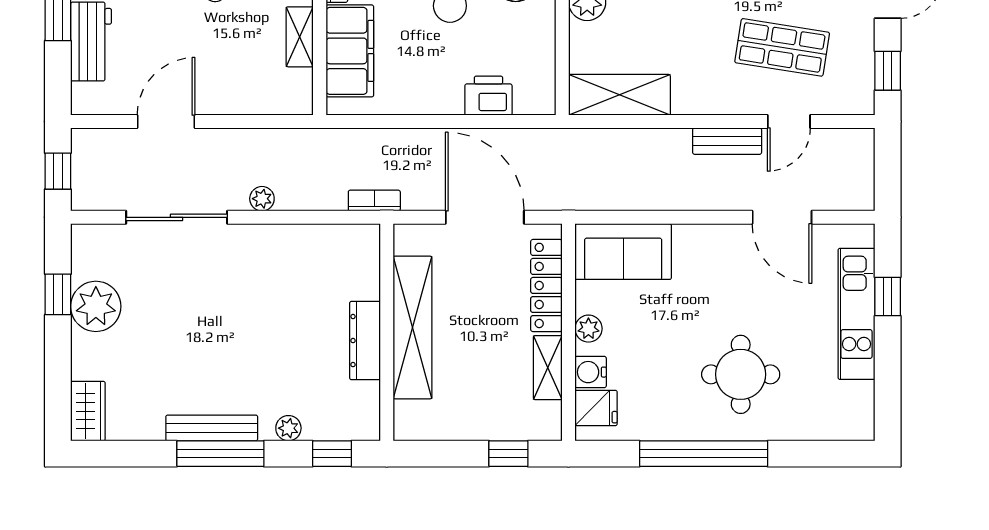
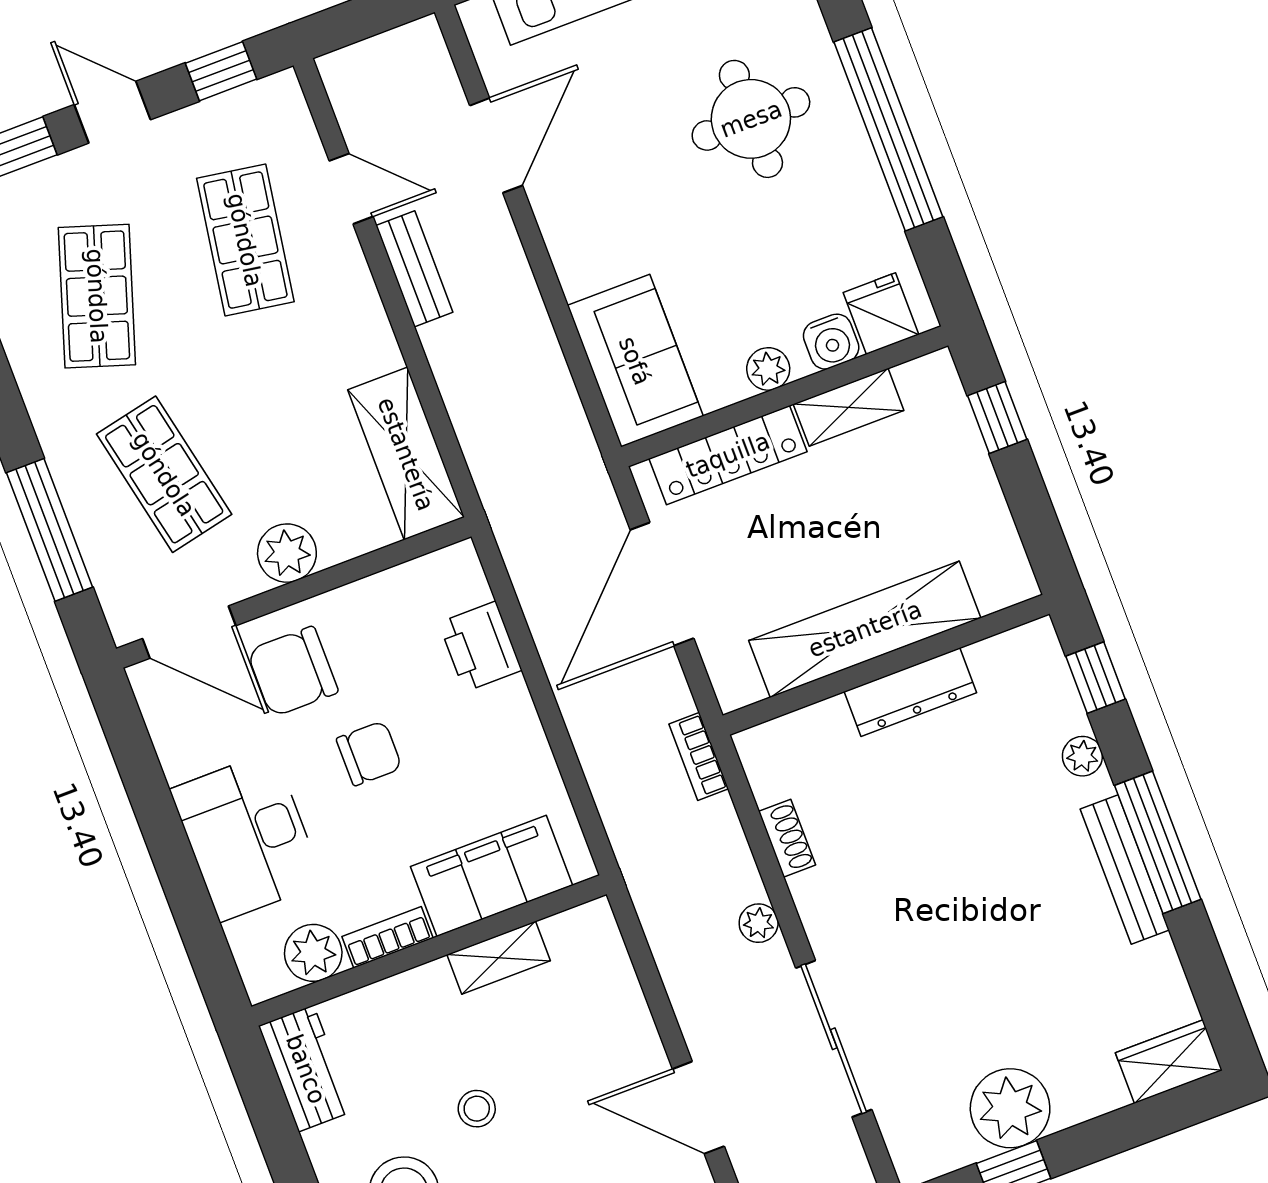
shoe rack: (306, 235) -> (787, 838), added

